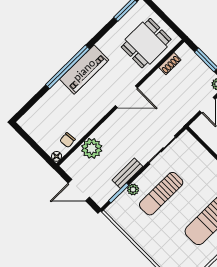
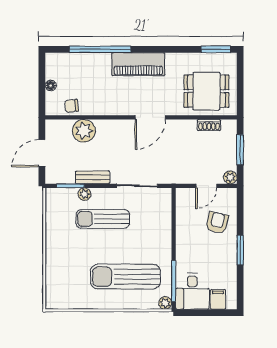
window: (67, 67) -> (100, 49), moved
door: (126, 97) -> (150, 117), hinge flipped
floor lamp: (57, 156) -> (51, 85), moved
door: (79, 190) -> (42, 153), hinge flipped

